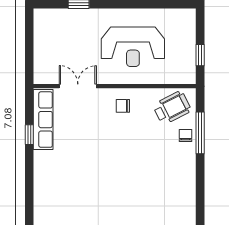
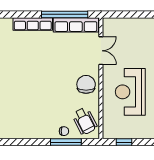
chair: (123, 106) -> (86, 84), width x1.87, depth x1.87
window: (29, 135) -> (65, 14), width x3.17
row of seats: (42, 177) -> (33, 24), added

